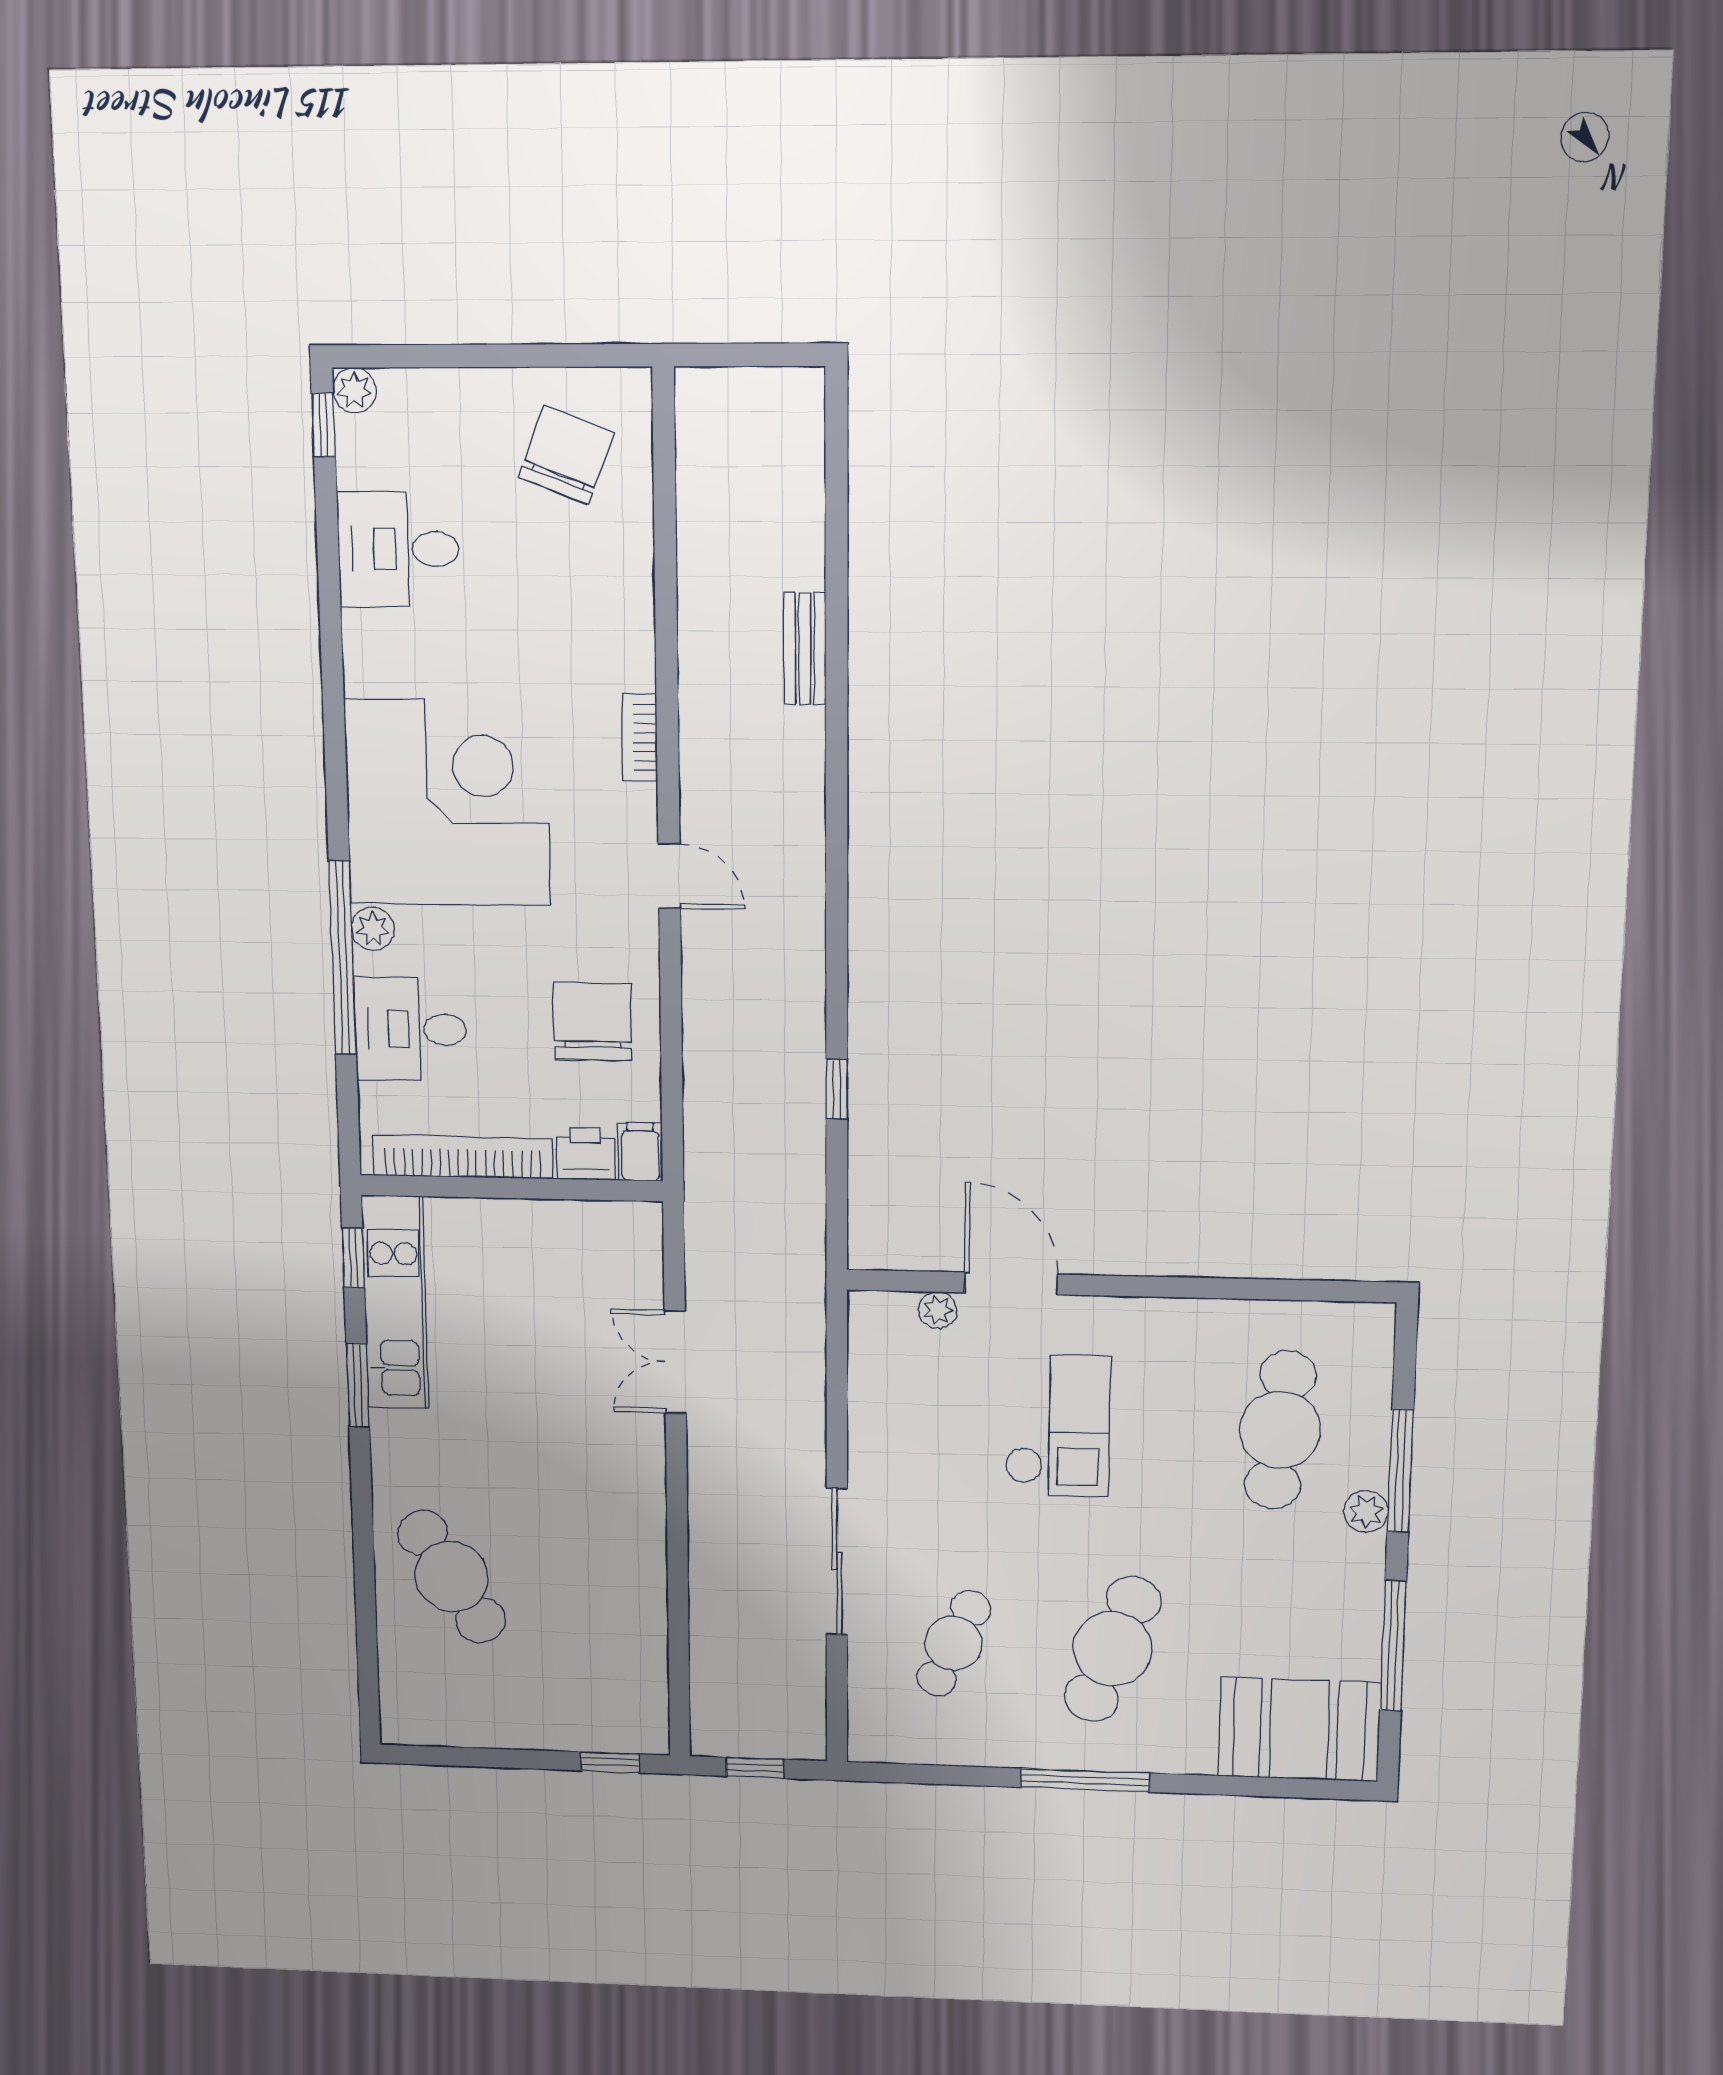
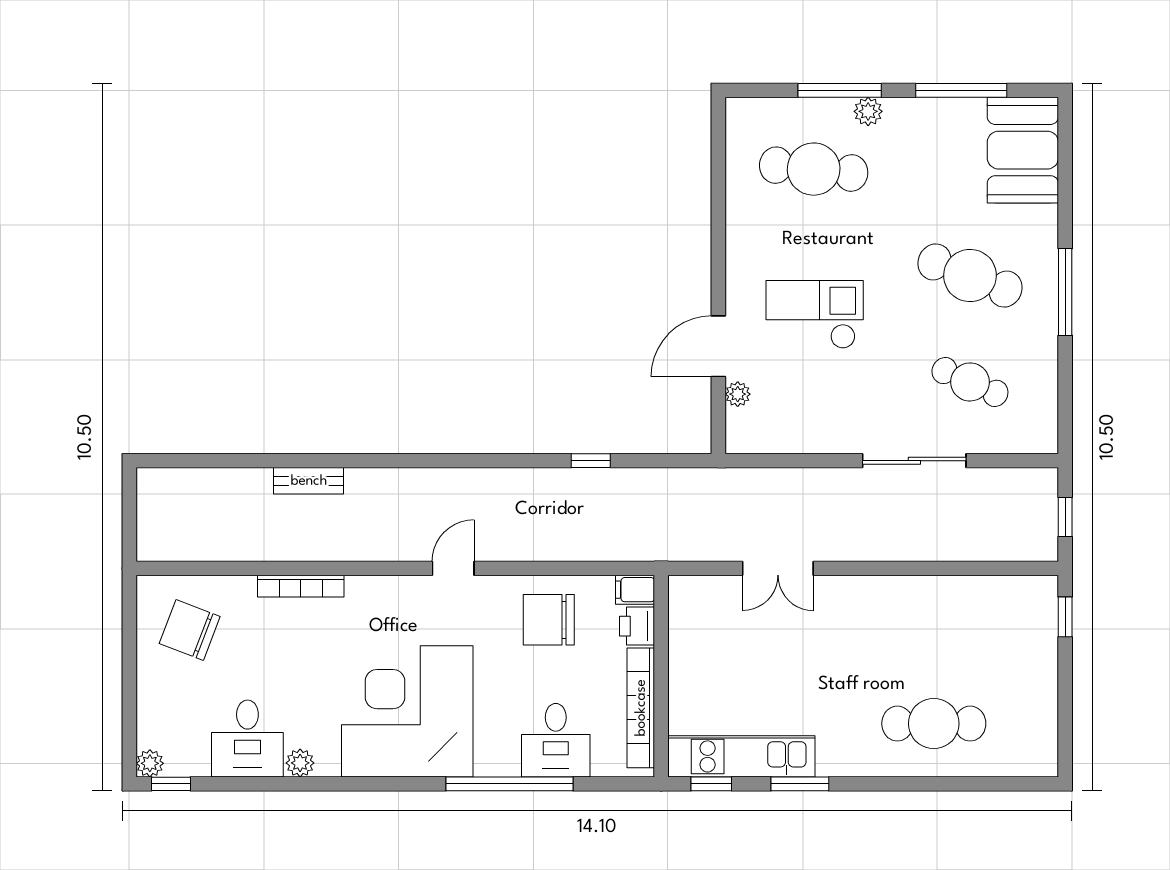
bookcase: (640, 737) -> (301, 586), moved, width x1.56
plant: (373, 929) -> (300, 763), moved
cafe table: (452, 1576) -> (934, 724), turned 32

